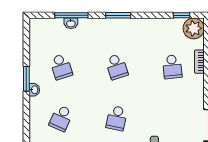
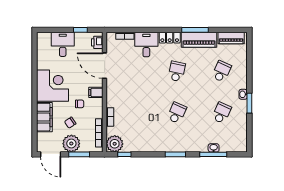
school desk: (61, 67) -> (222, 113), turned 42
school desk: (117, 67) -> (177, 113), turned 42
school desk: (172, 67) -> (132, 113), removed

